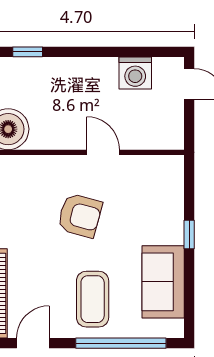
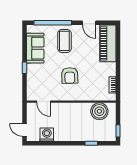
door: (103, 152) -> (44, 102), moved
armchair: (80, 216) -> (70, 76), turned -107
door: (33, 343) -> (89, 23), hinge flipped

